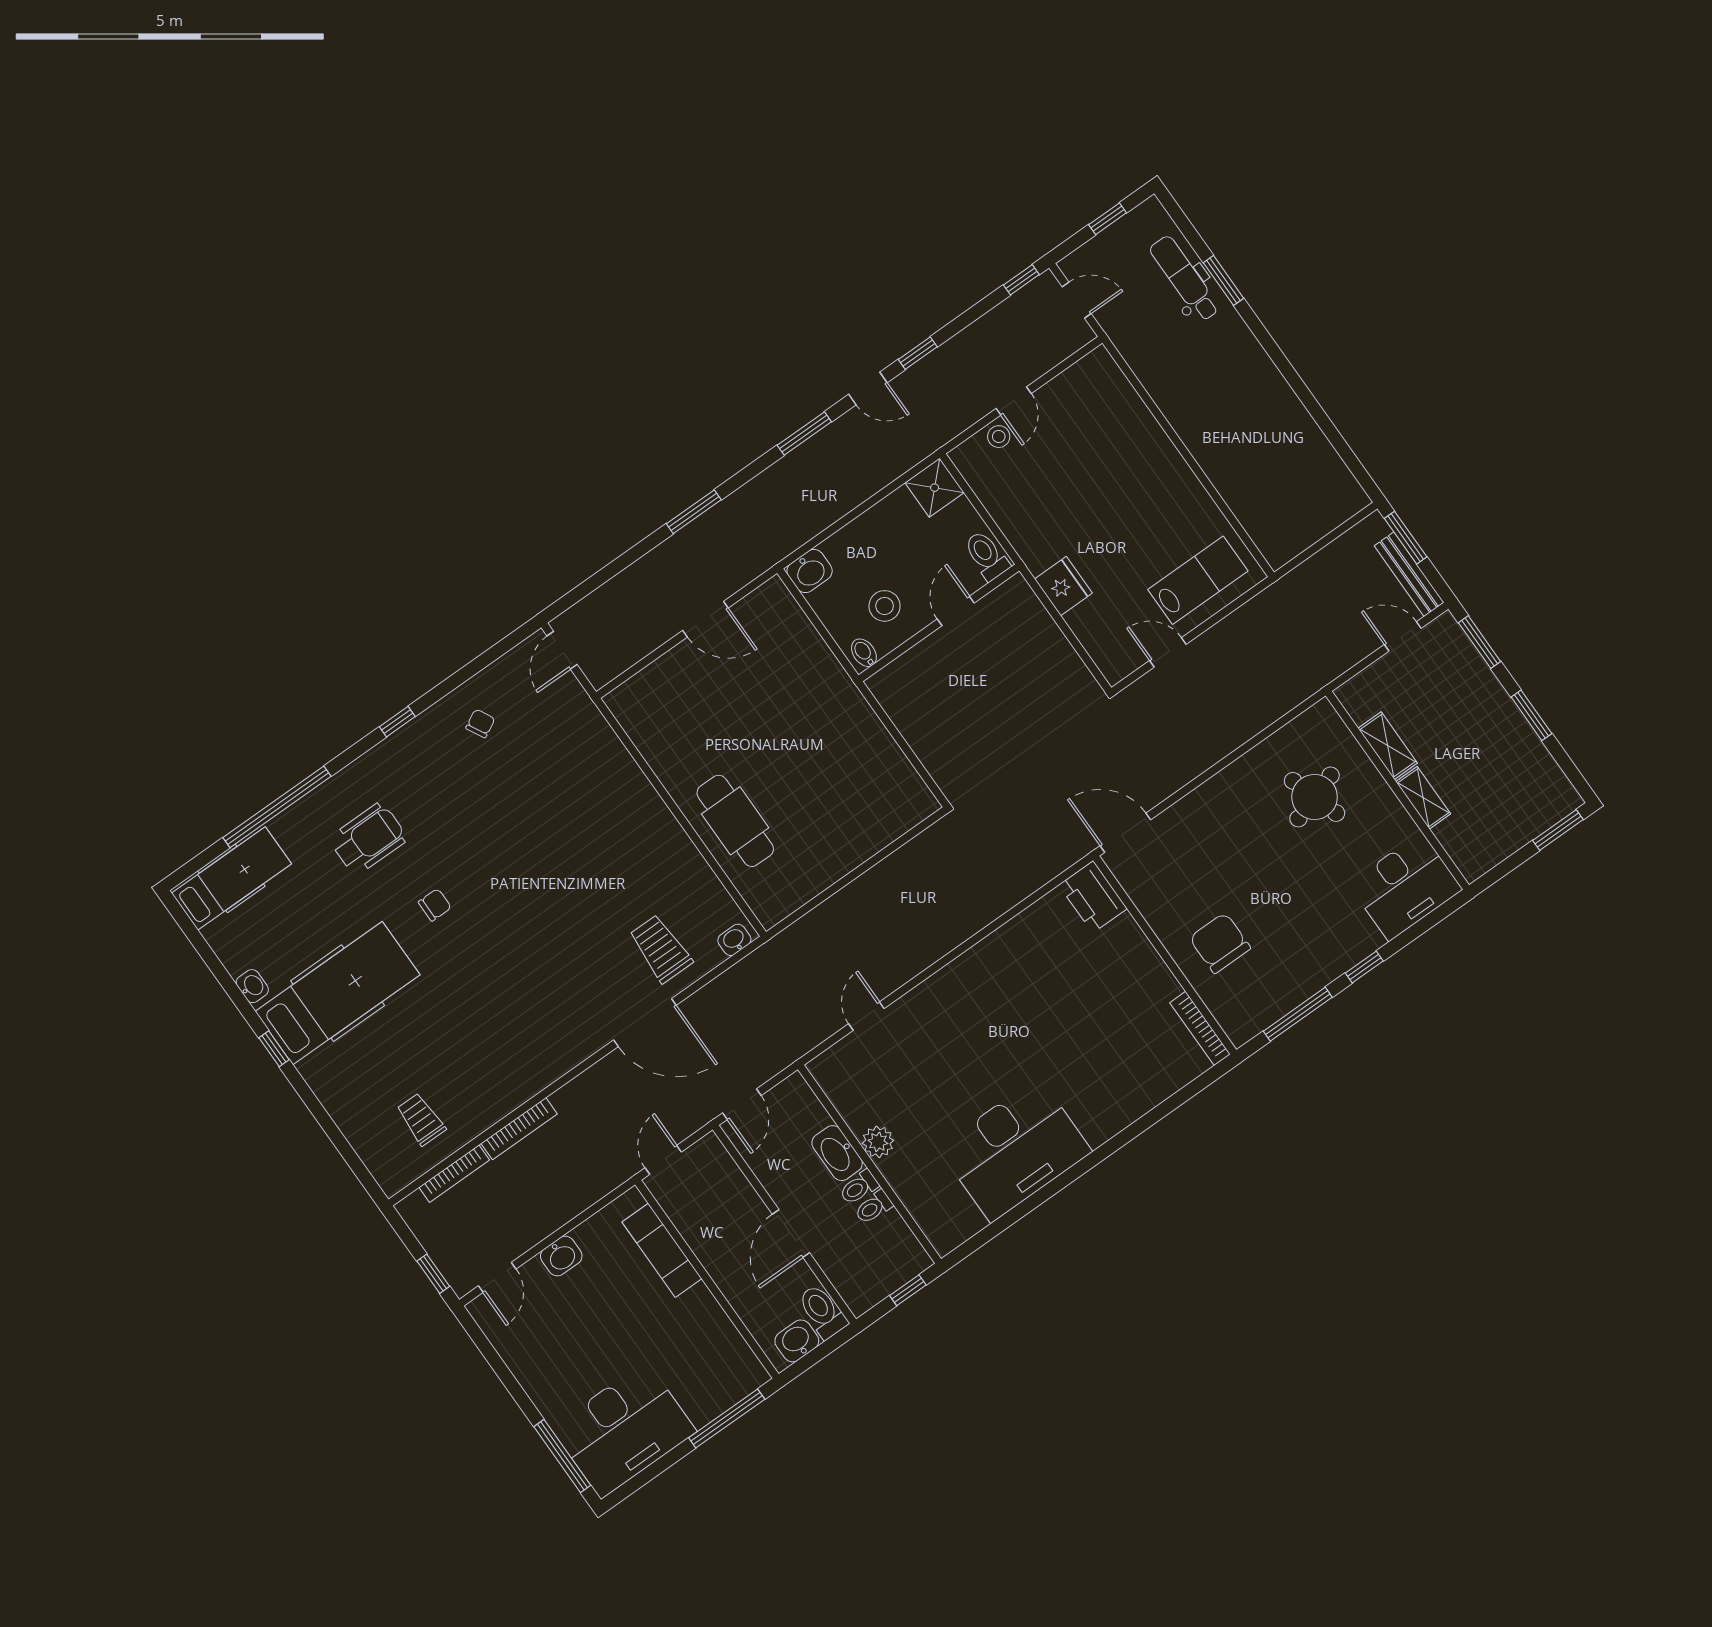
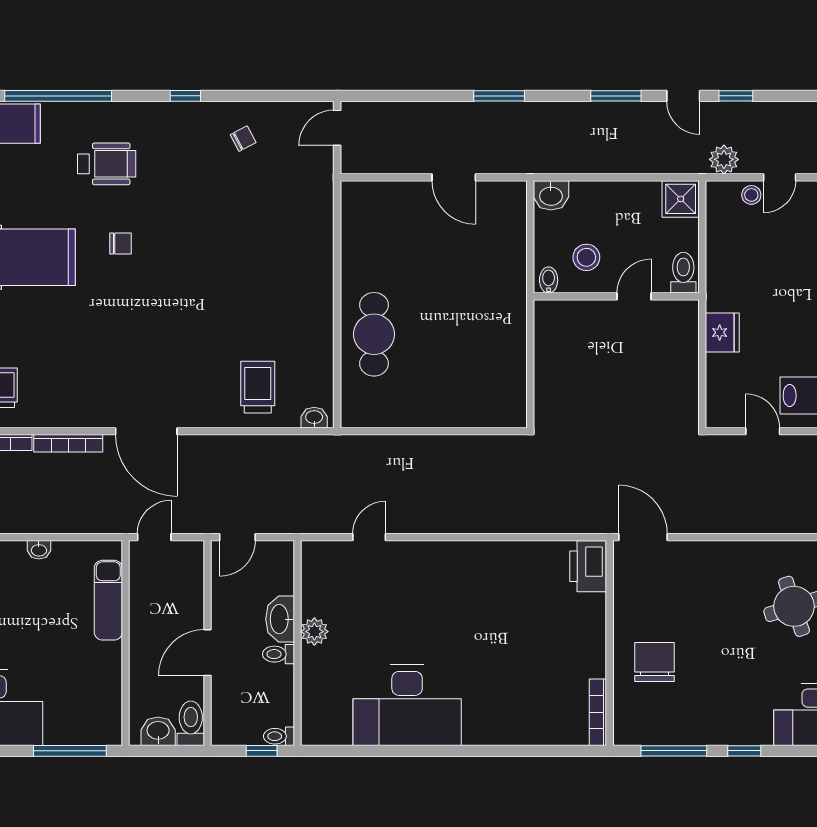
plant: (949, 421) -> (724, 159), added
door: (645, 1023) -> (146, 431), moved
toilet: (874, 1207) -> (279, 736), moved
washbasin: (561, 1256) -> (39, 550), width x0.72, depth x0.69

